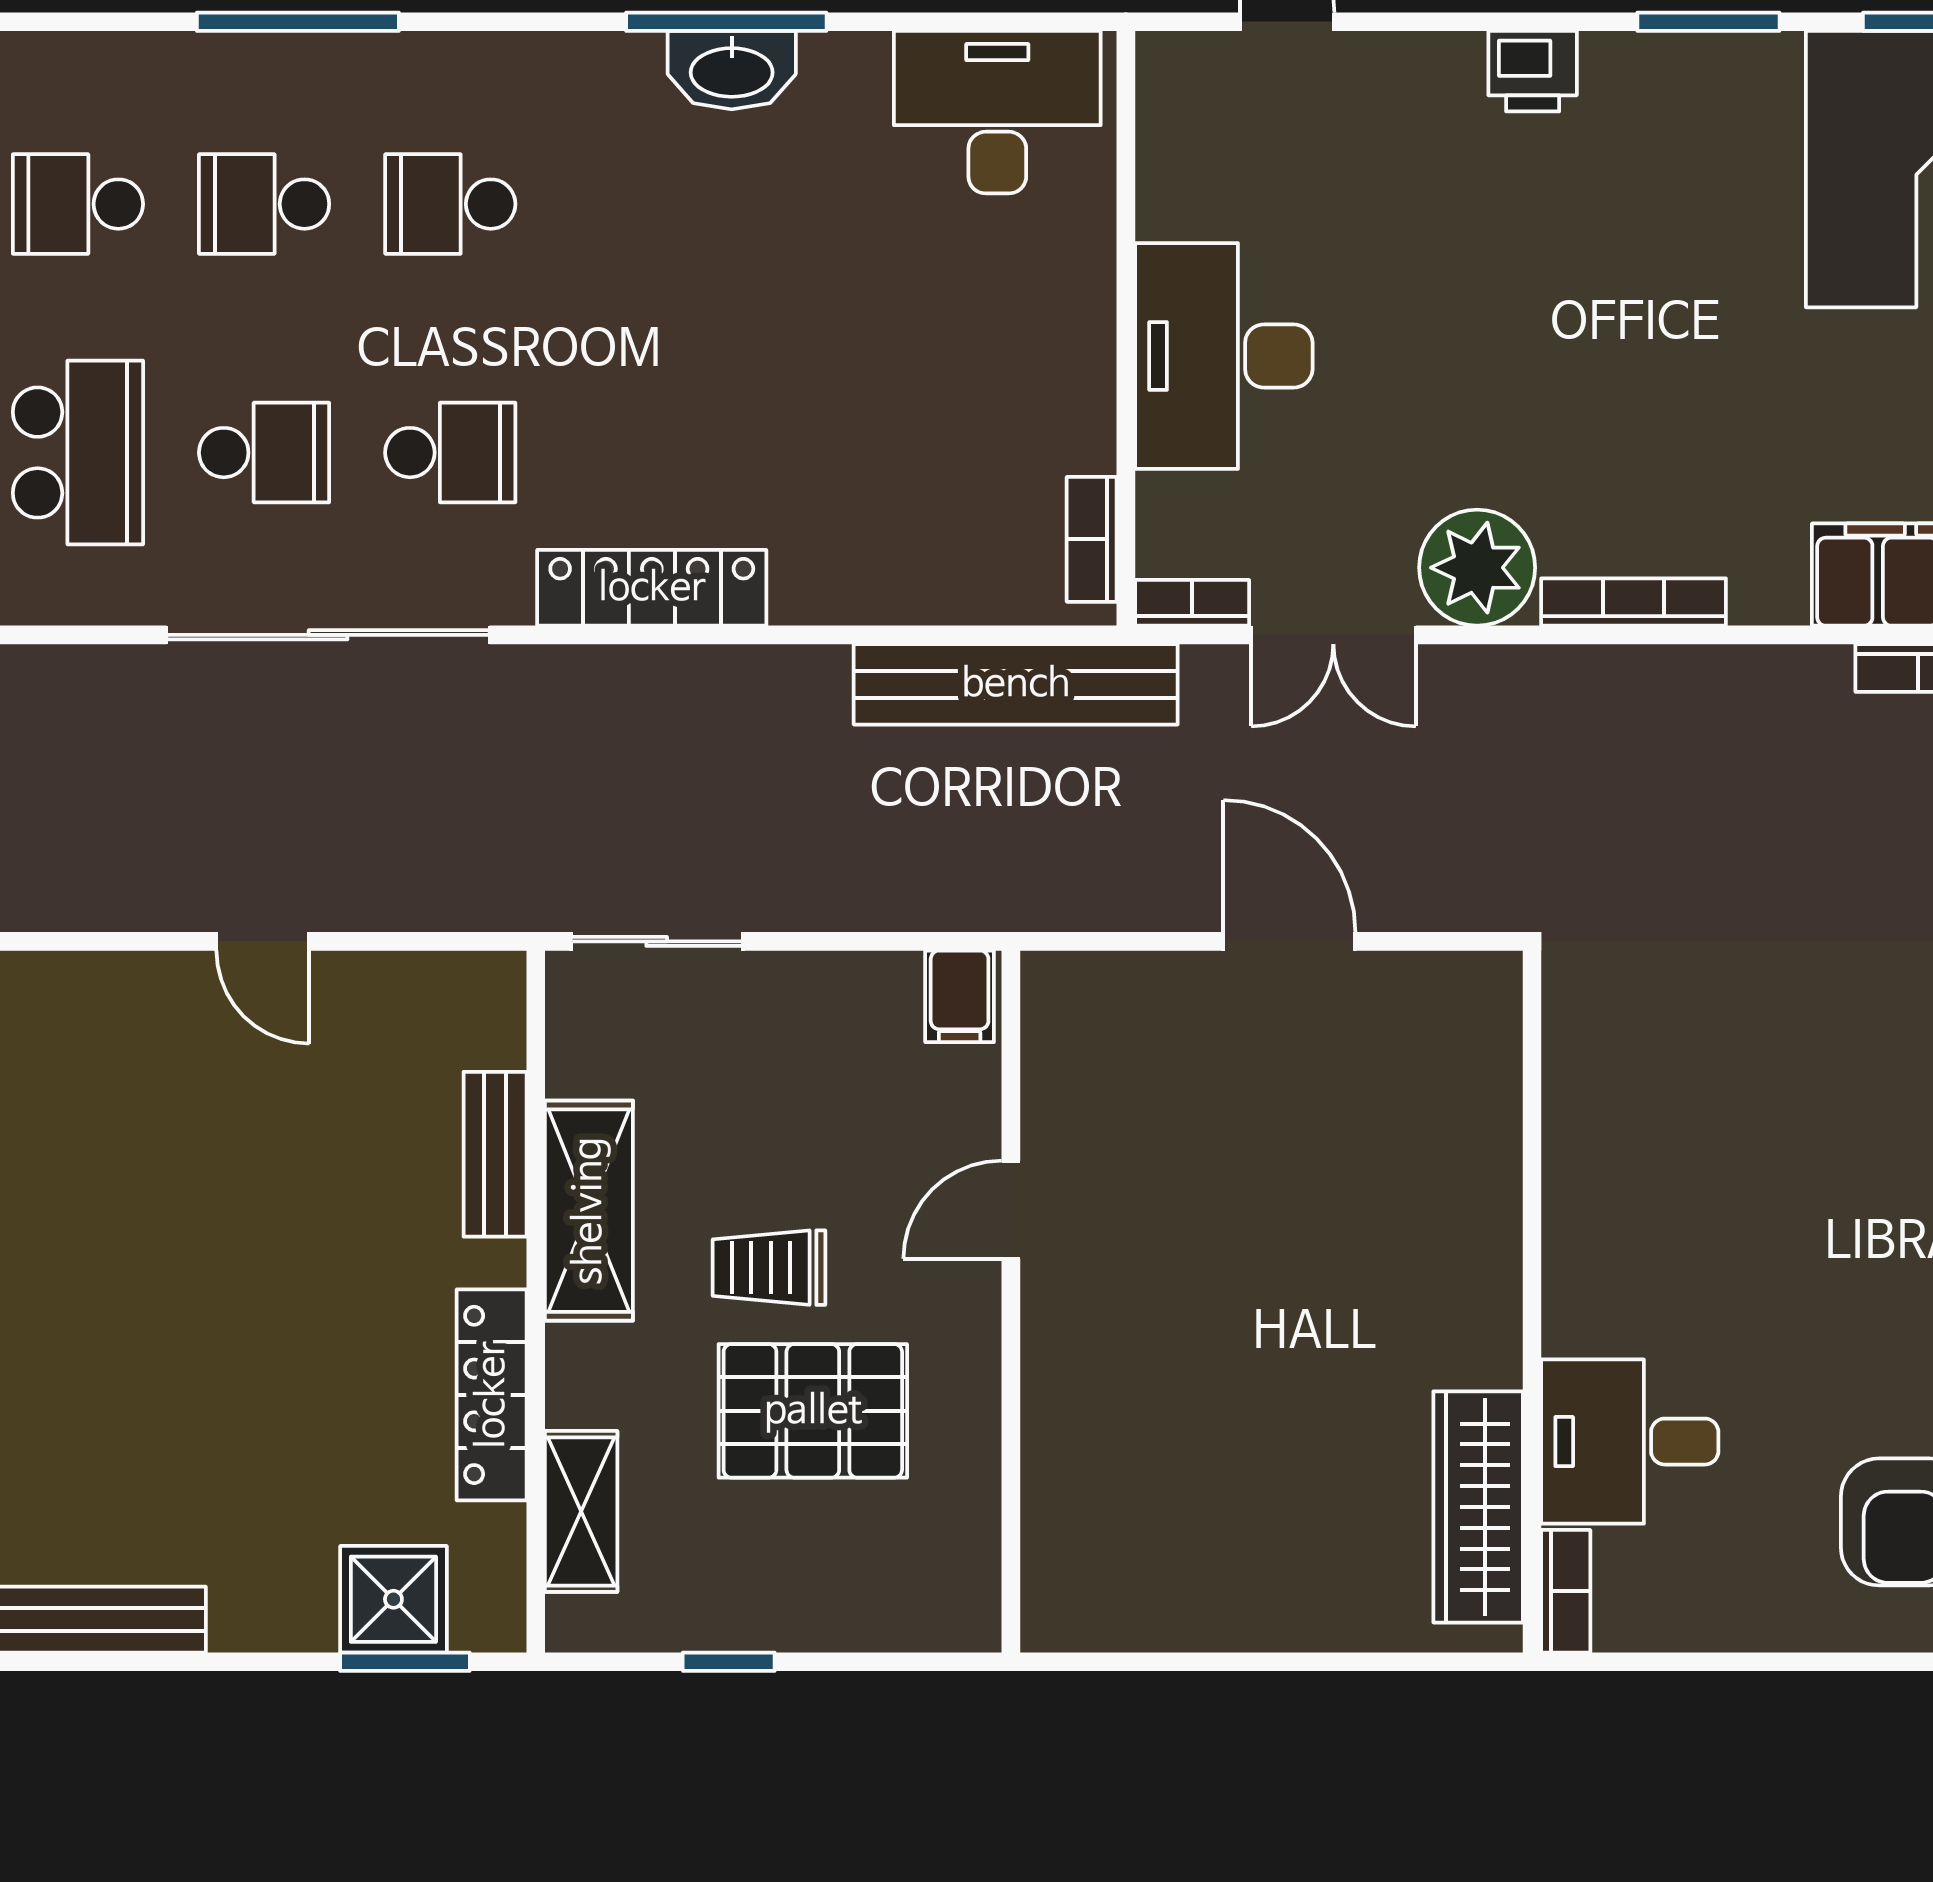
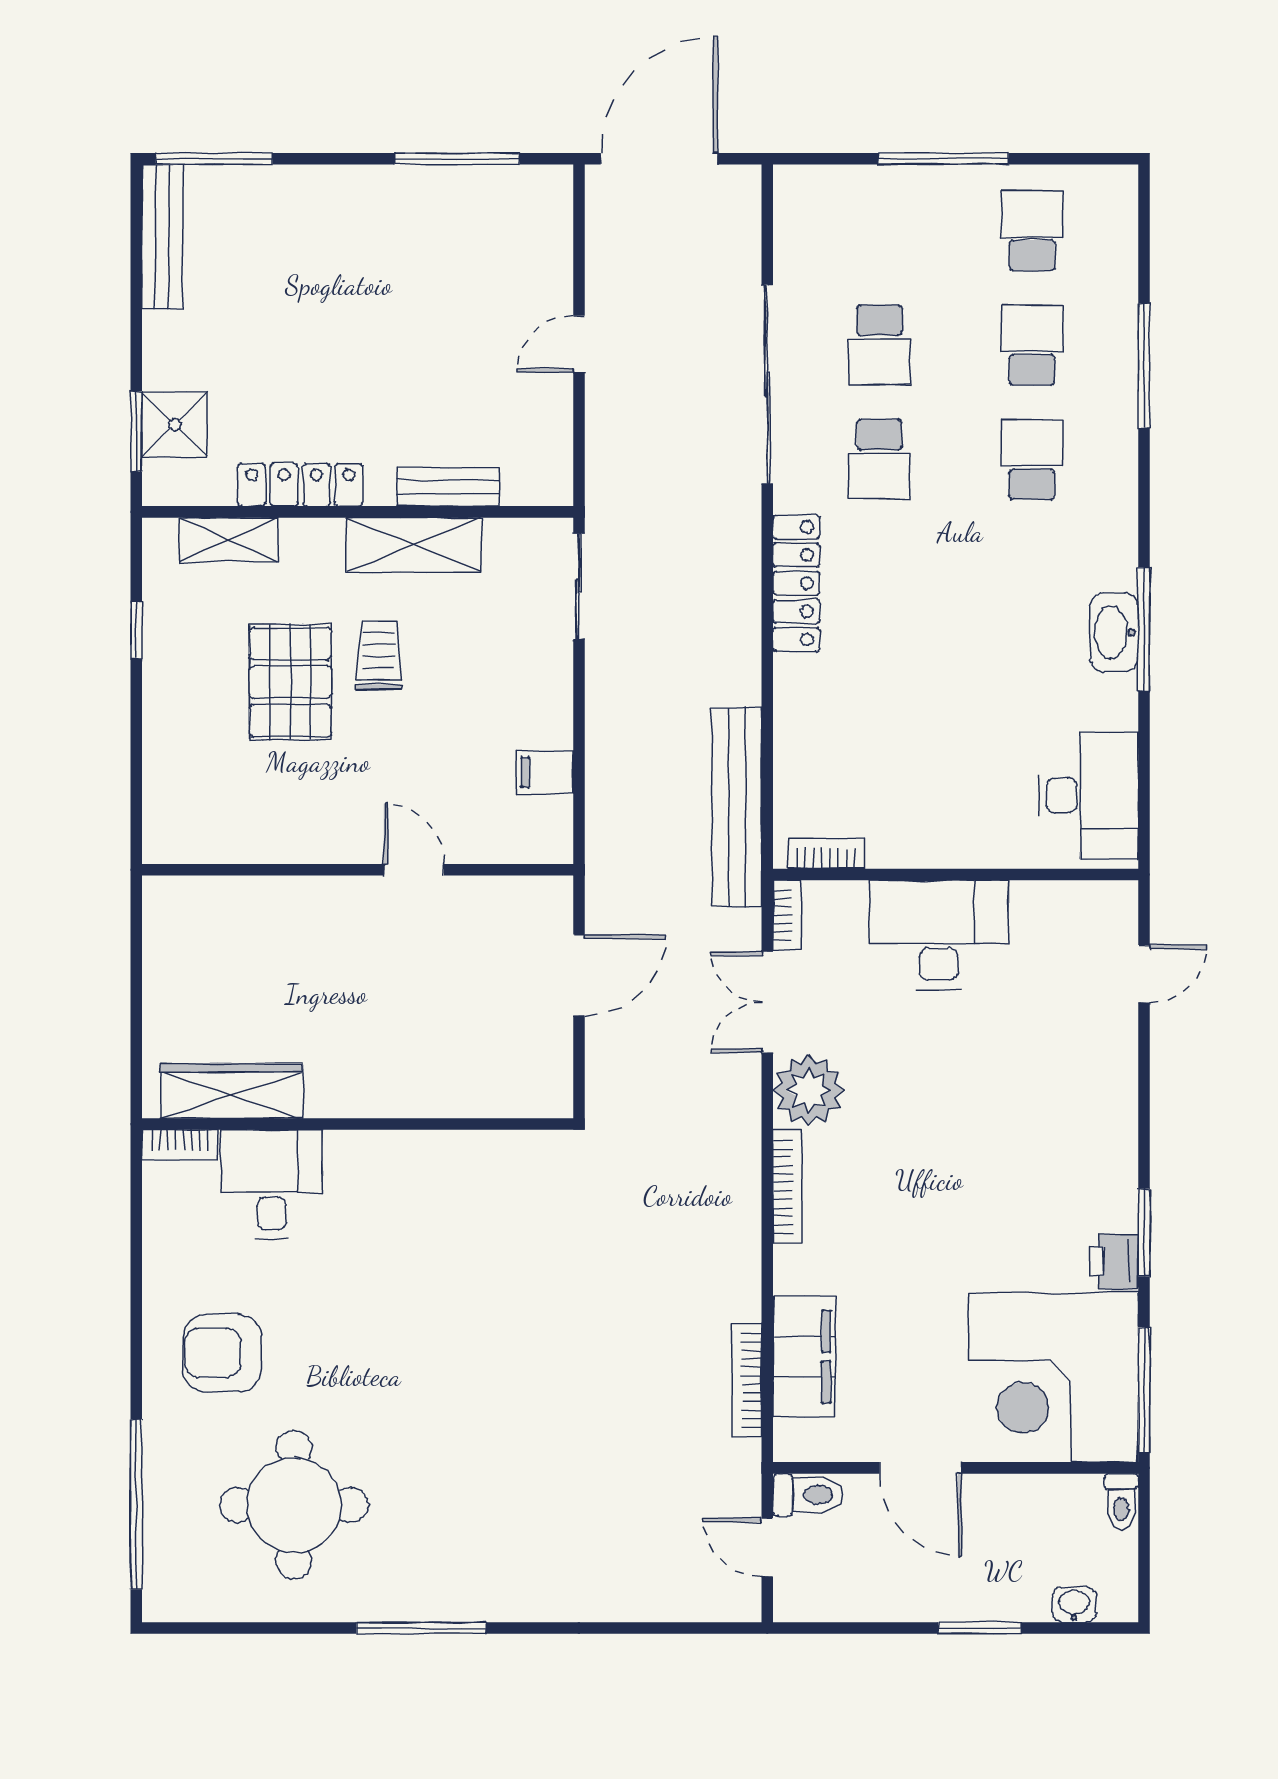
printer: (1533, 71) -> (1114, 1261), moved
school desk: (78, 453) -> (879, 231), removed
door: (1011, 1210) -> (414, 870), moved
wall: (1011, 1302) -> (358, 870), moved

